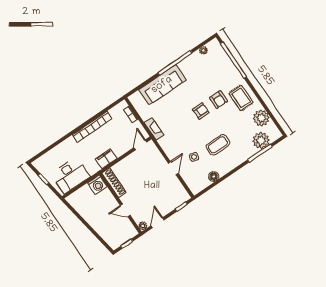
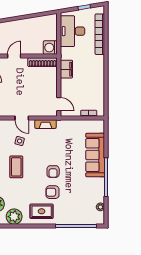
bookcase: (92, 127) -> (100, 34), moved
fireplace: (154, 129) -> (46, 124), moved

